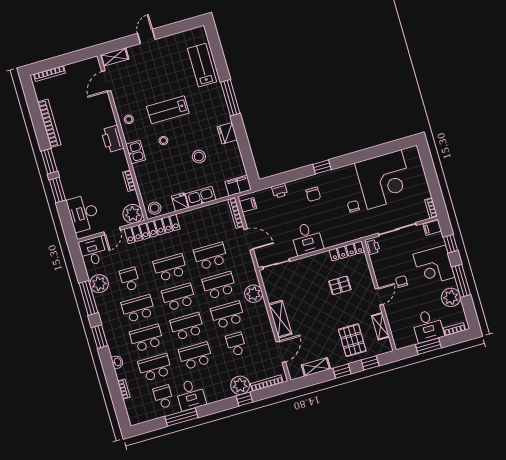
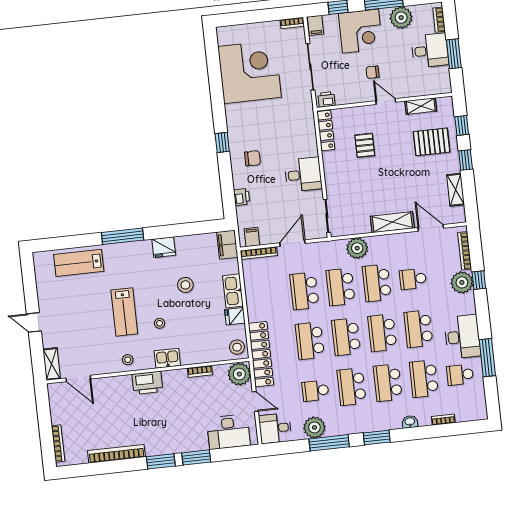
chair: (353, 206) -> (275, 114), removed
desk: (191, 395) -> (462, 337), width x1.37

